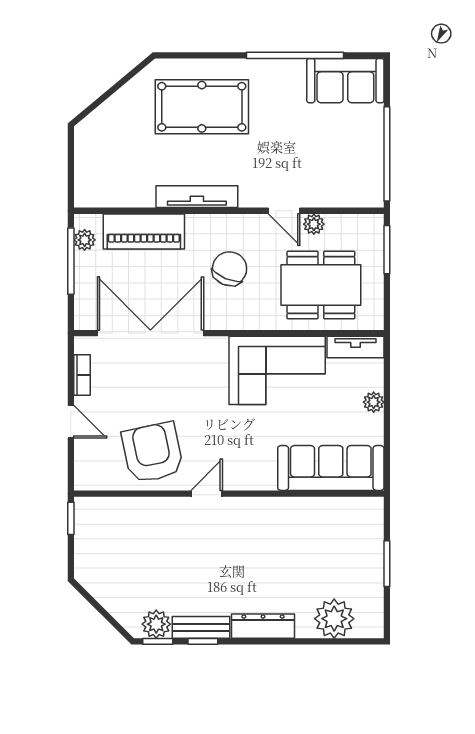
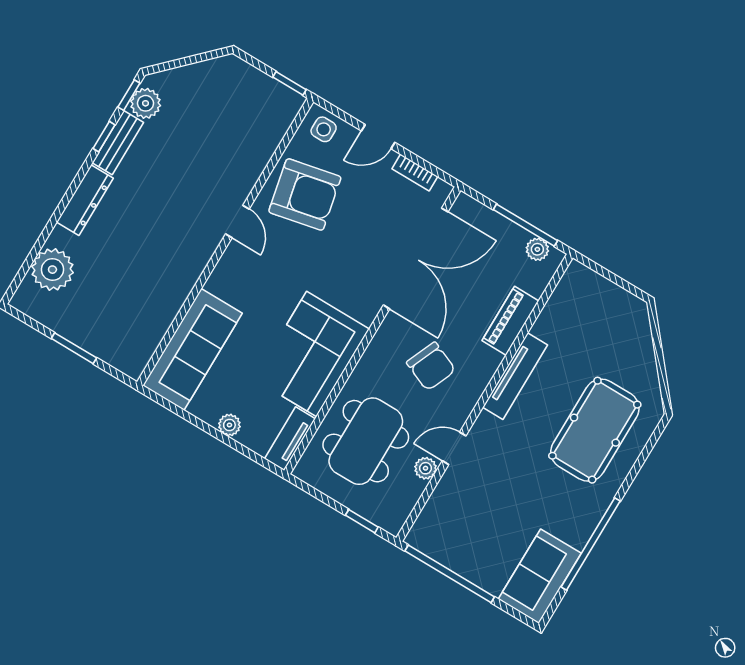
piano: (144, 231) -> (510, 321), width x0.73, depth x0.75
window: (387, 250) -> (362, 521), width x0.67
side table: (91, 469) -> (324, 129), added

